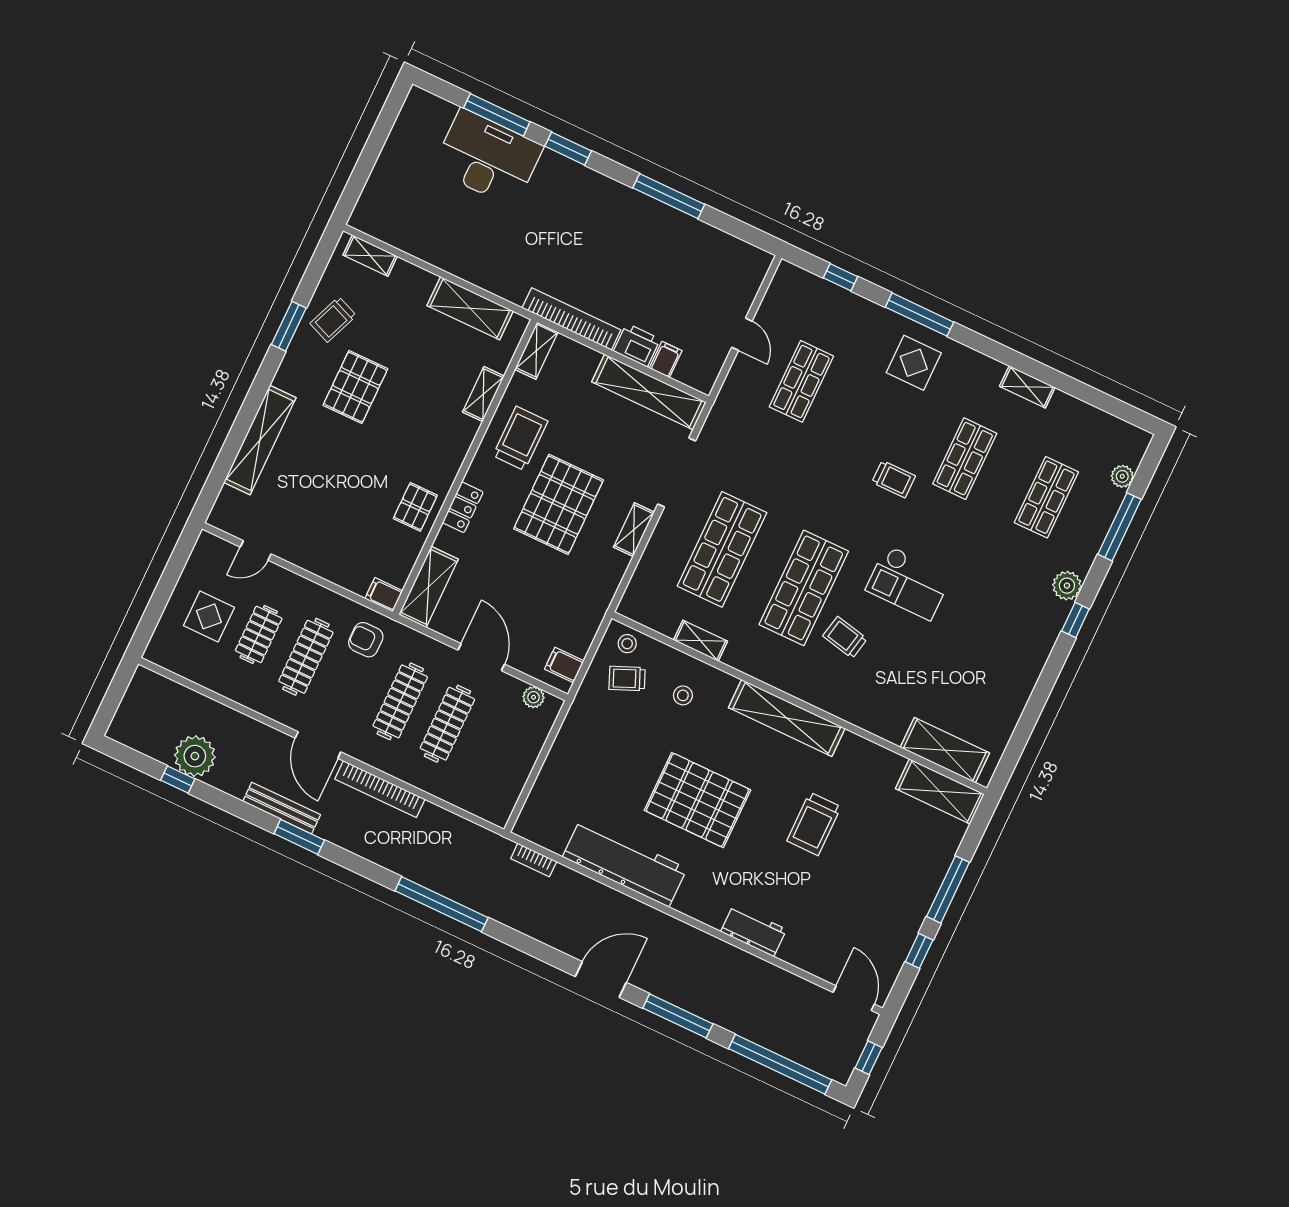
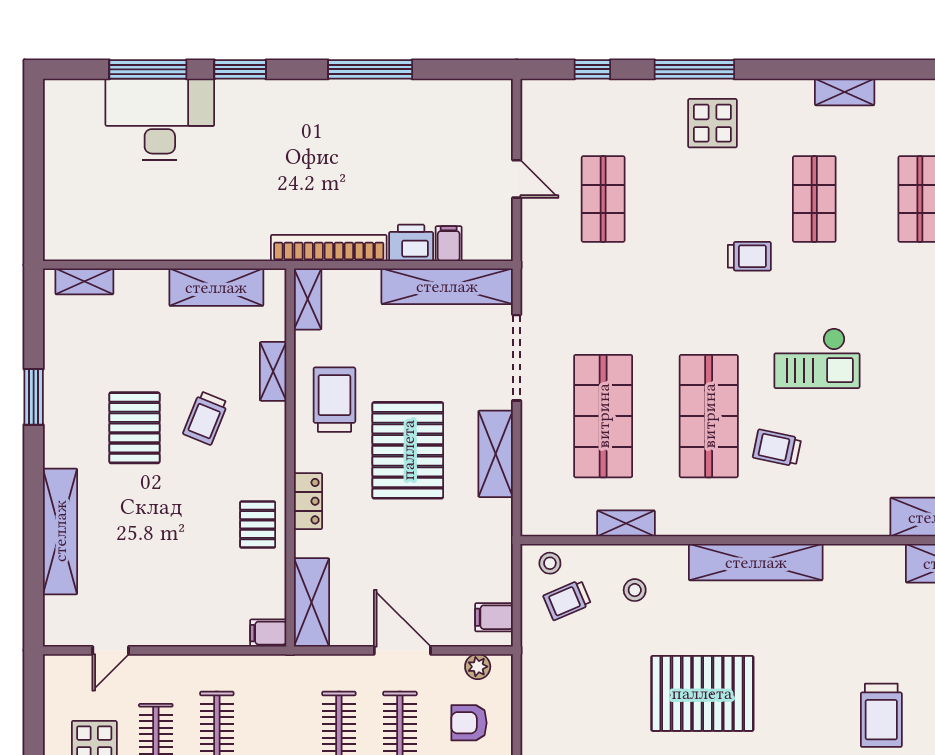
trolley: (333, 319) -> (205, 418), moved
shelving: (634, 530) -> (496, 454), width x1.50, depth x1.33
armchair: (366, 640) -> (469, 723), moved
trolley: (814, 824) -> (881, 715), moved

